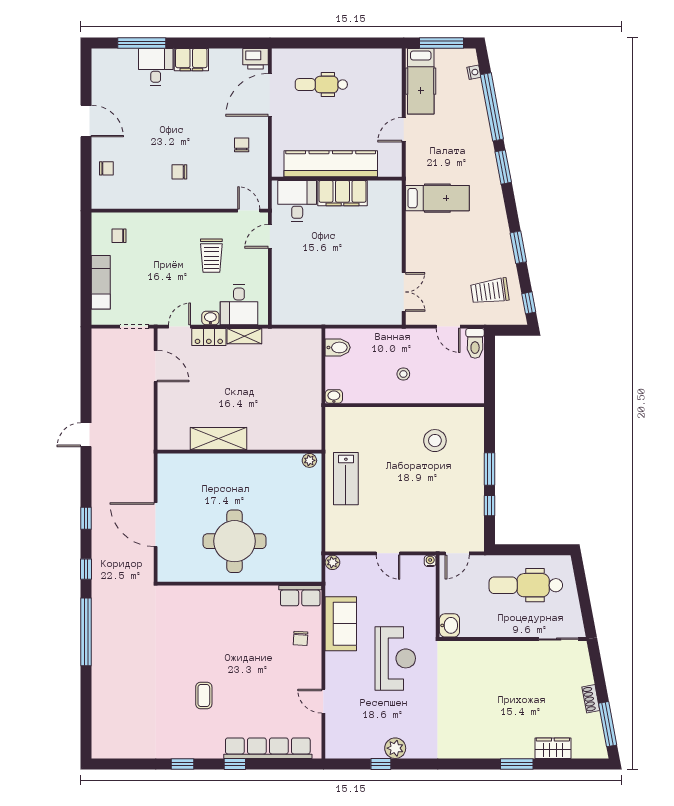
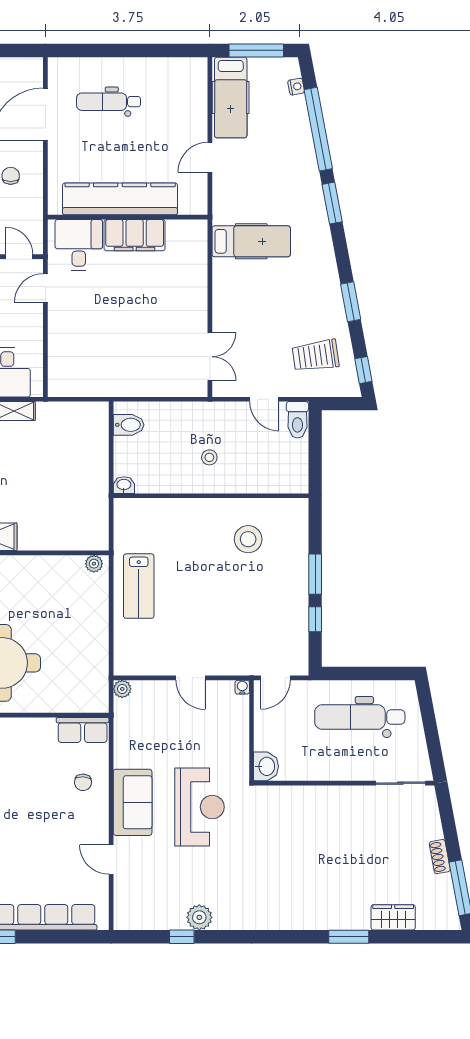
printer: (255, 59) -> (28, 70), removed
sofa: (341, 624) -> (133, 802), moved

